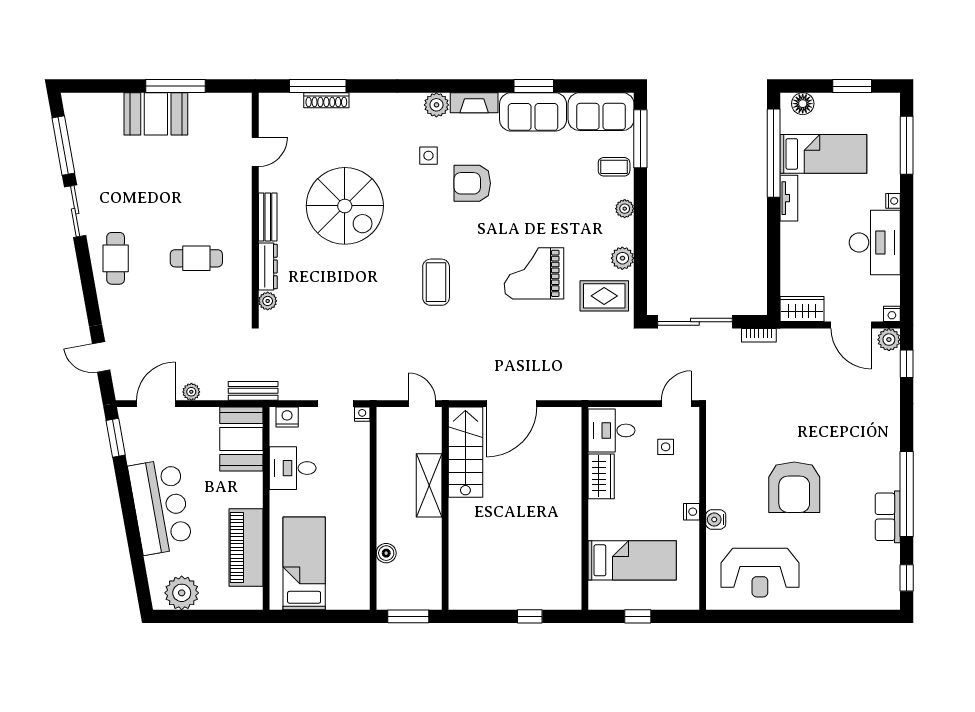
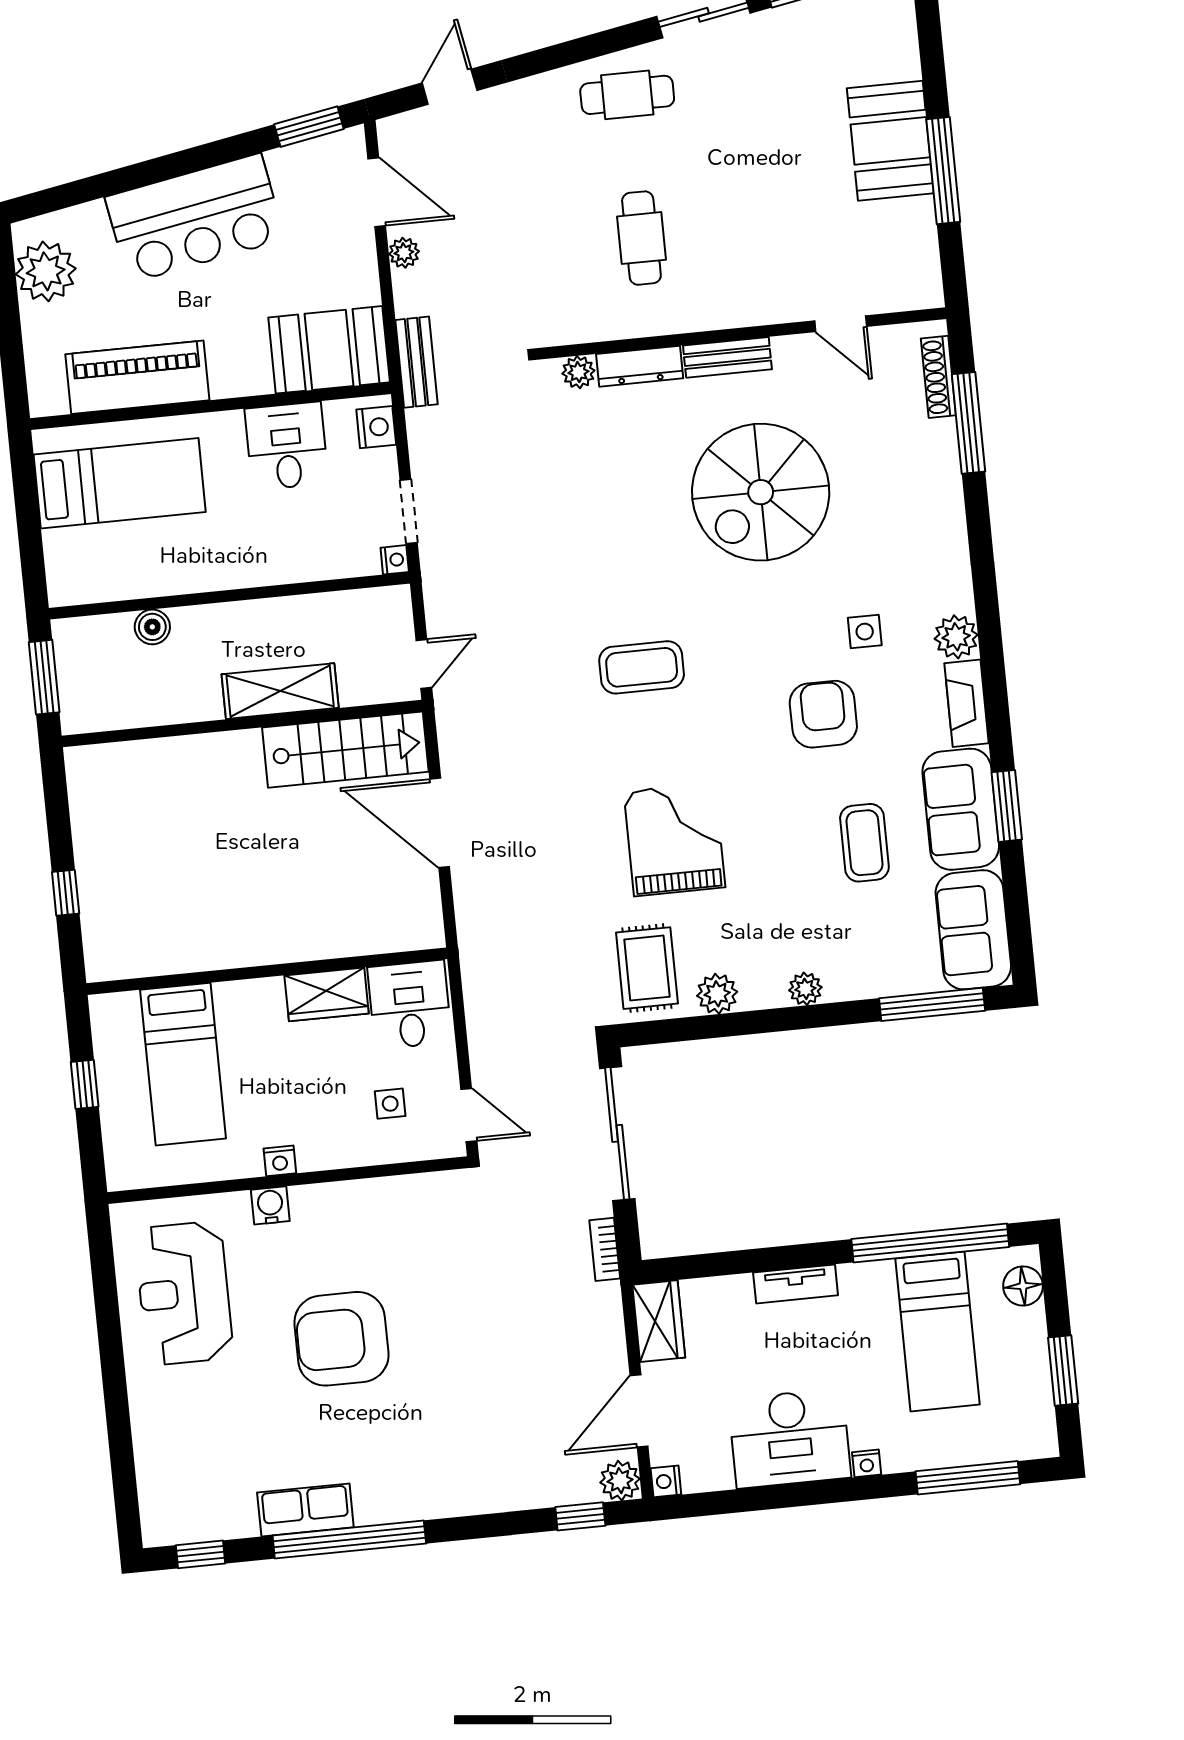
shoe rack: (326, 100) -> (938, 377), moved
coffee table: (614, 167) -> (864, 843), moved, width x1.36, depth x1.30
tv unit: (789, 198) -> (796, 1284), moved

